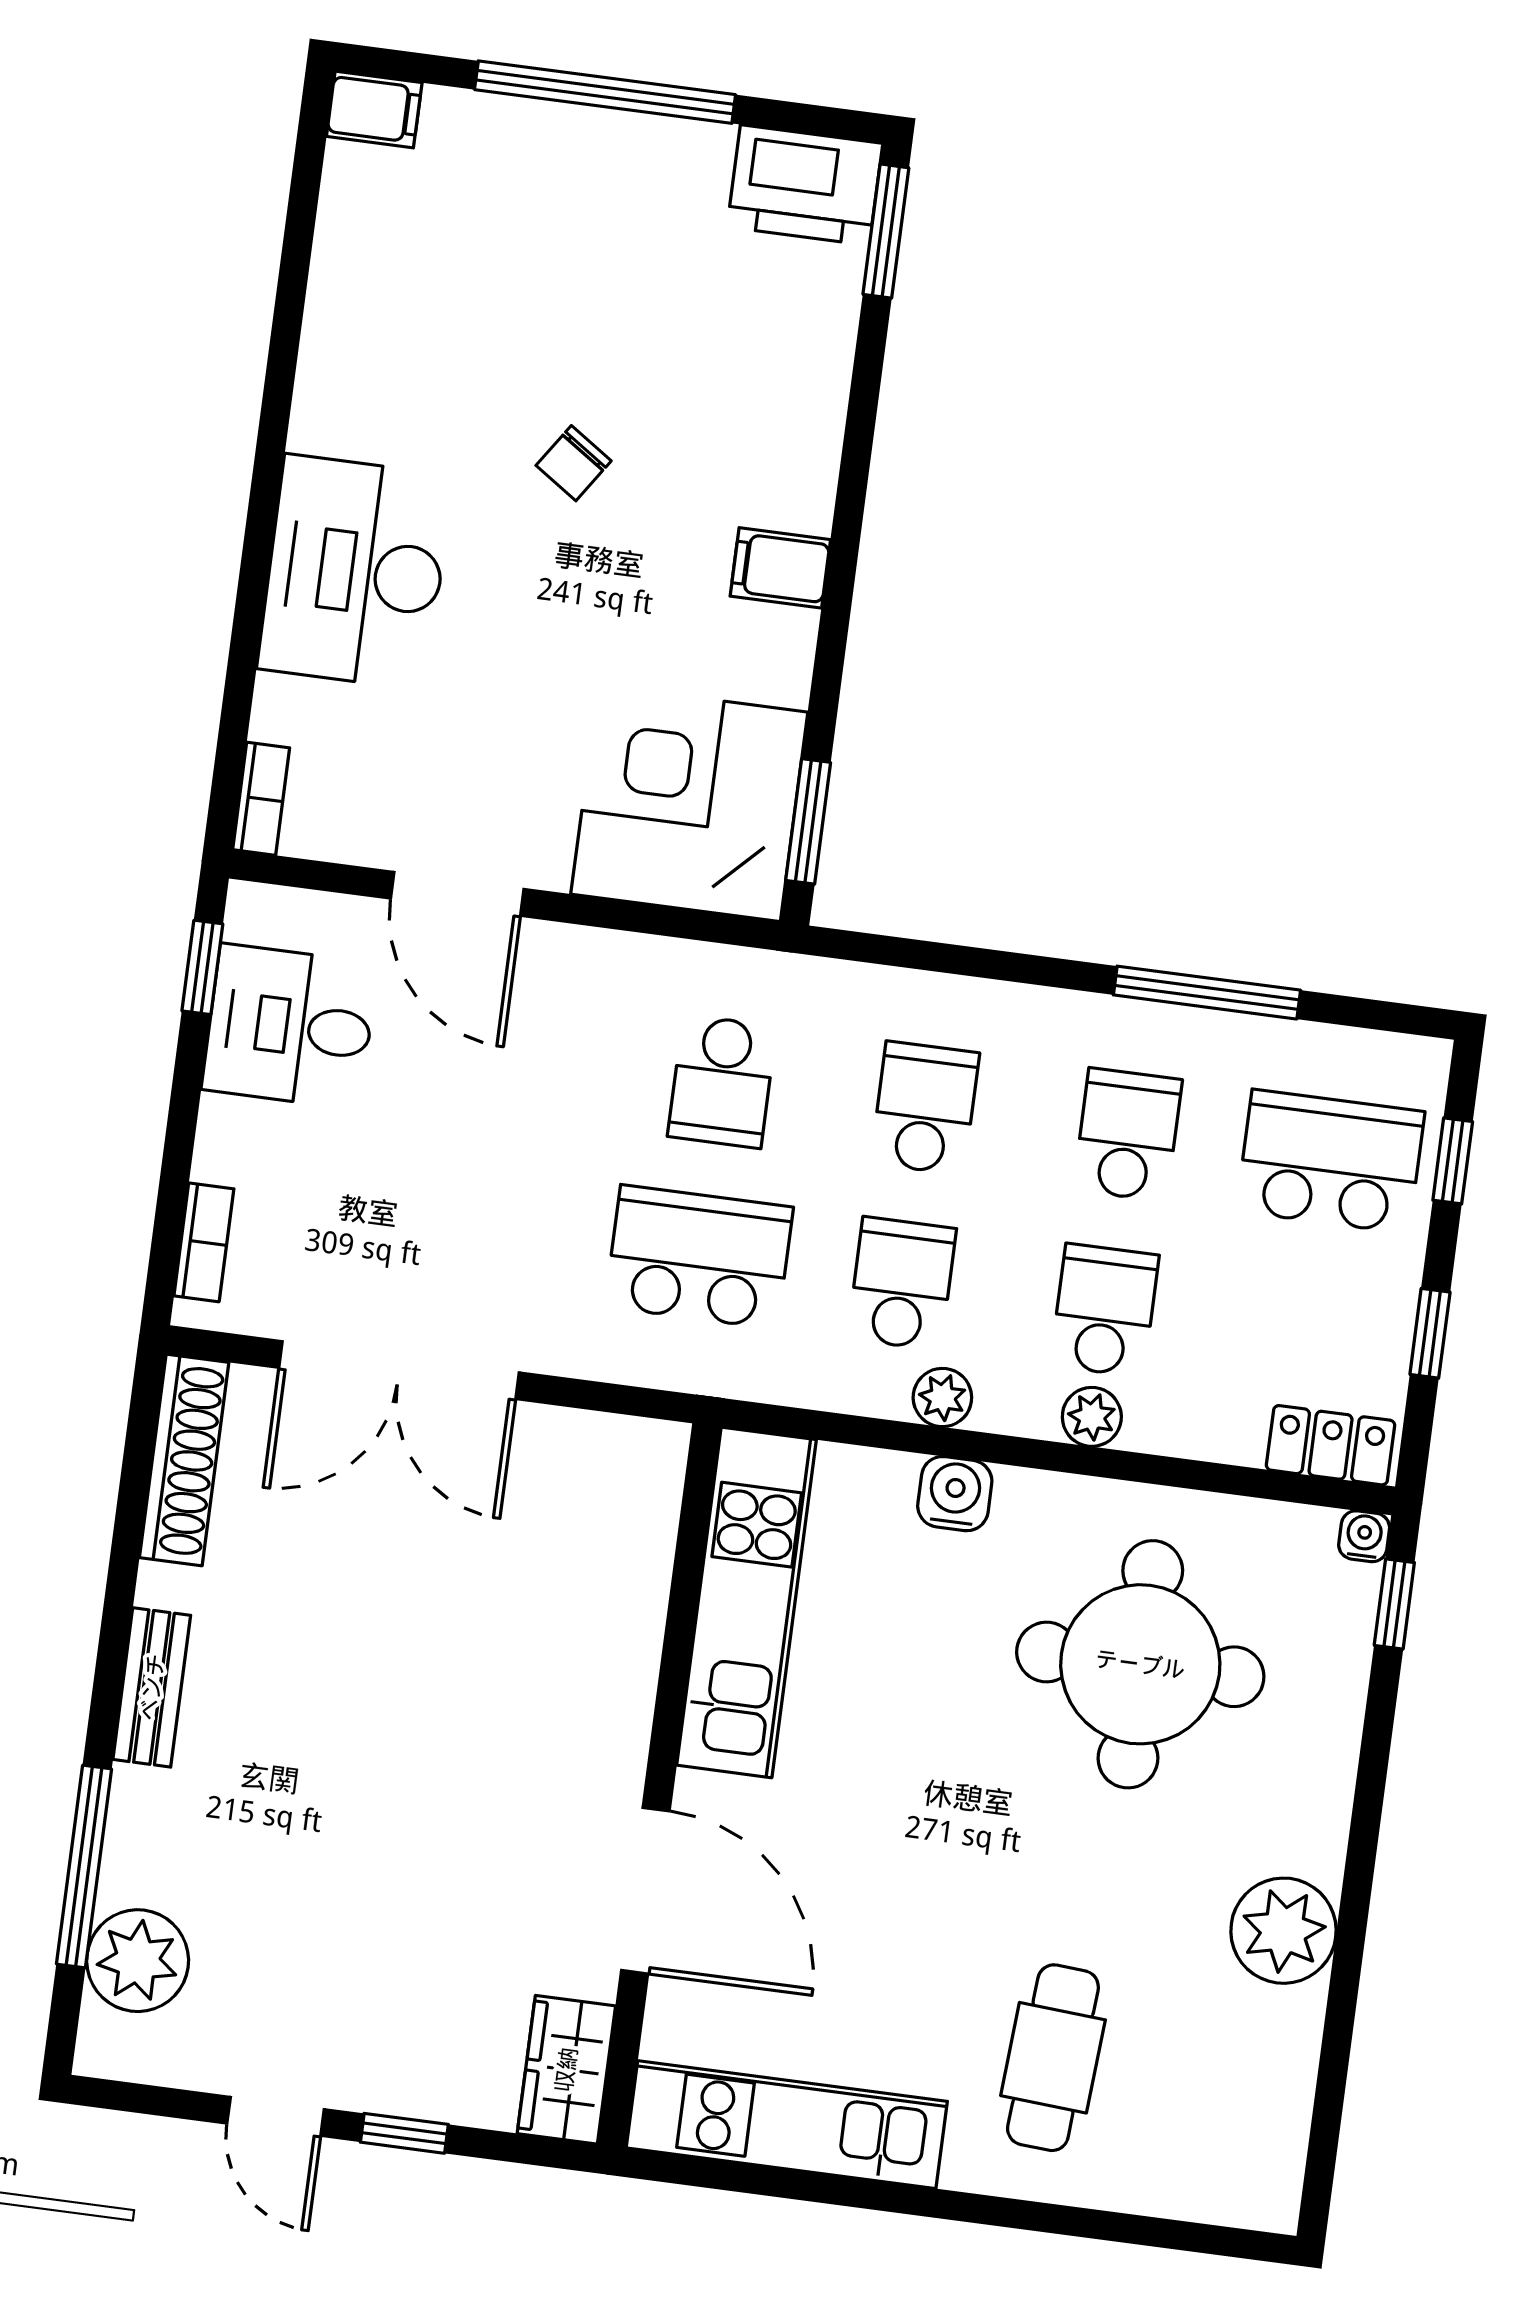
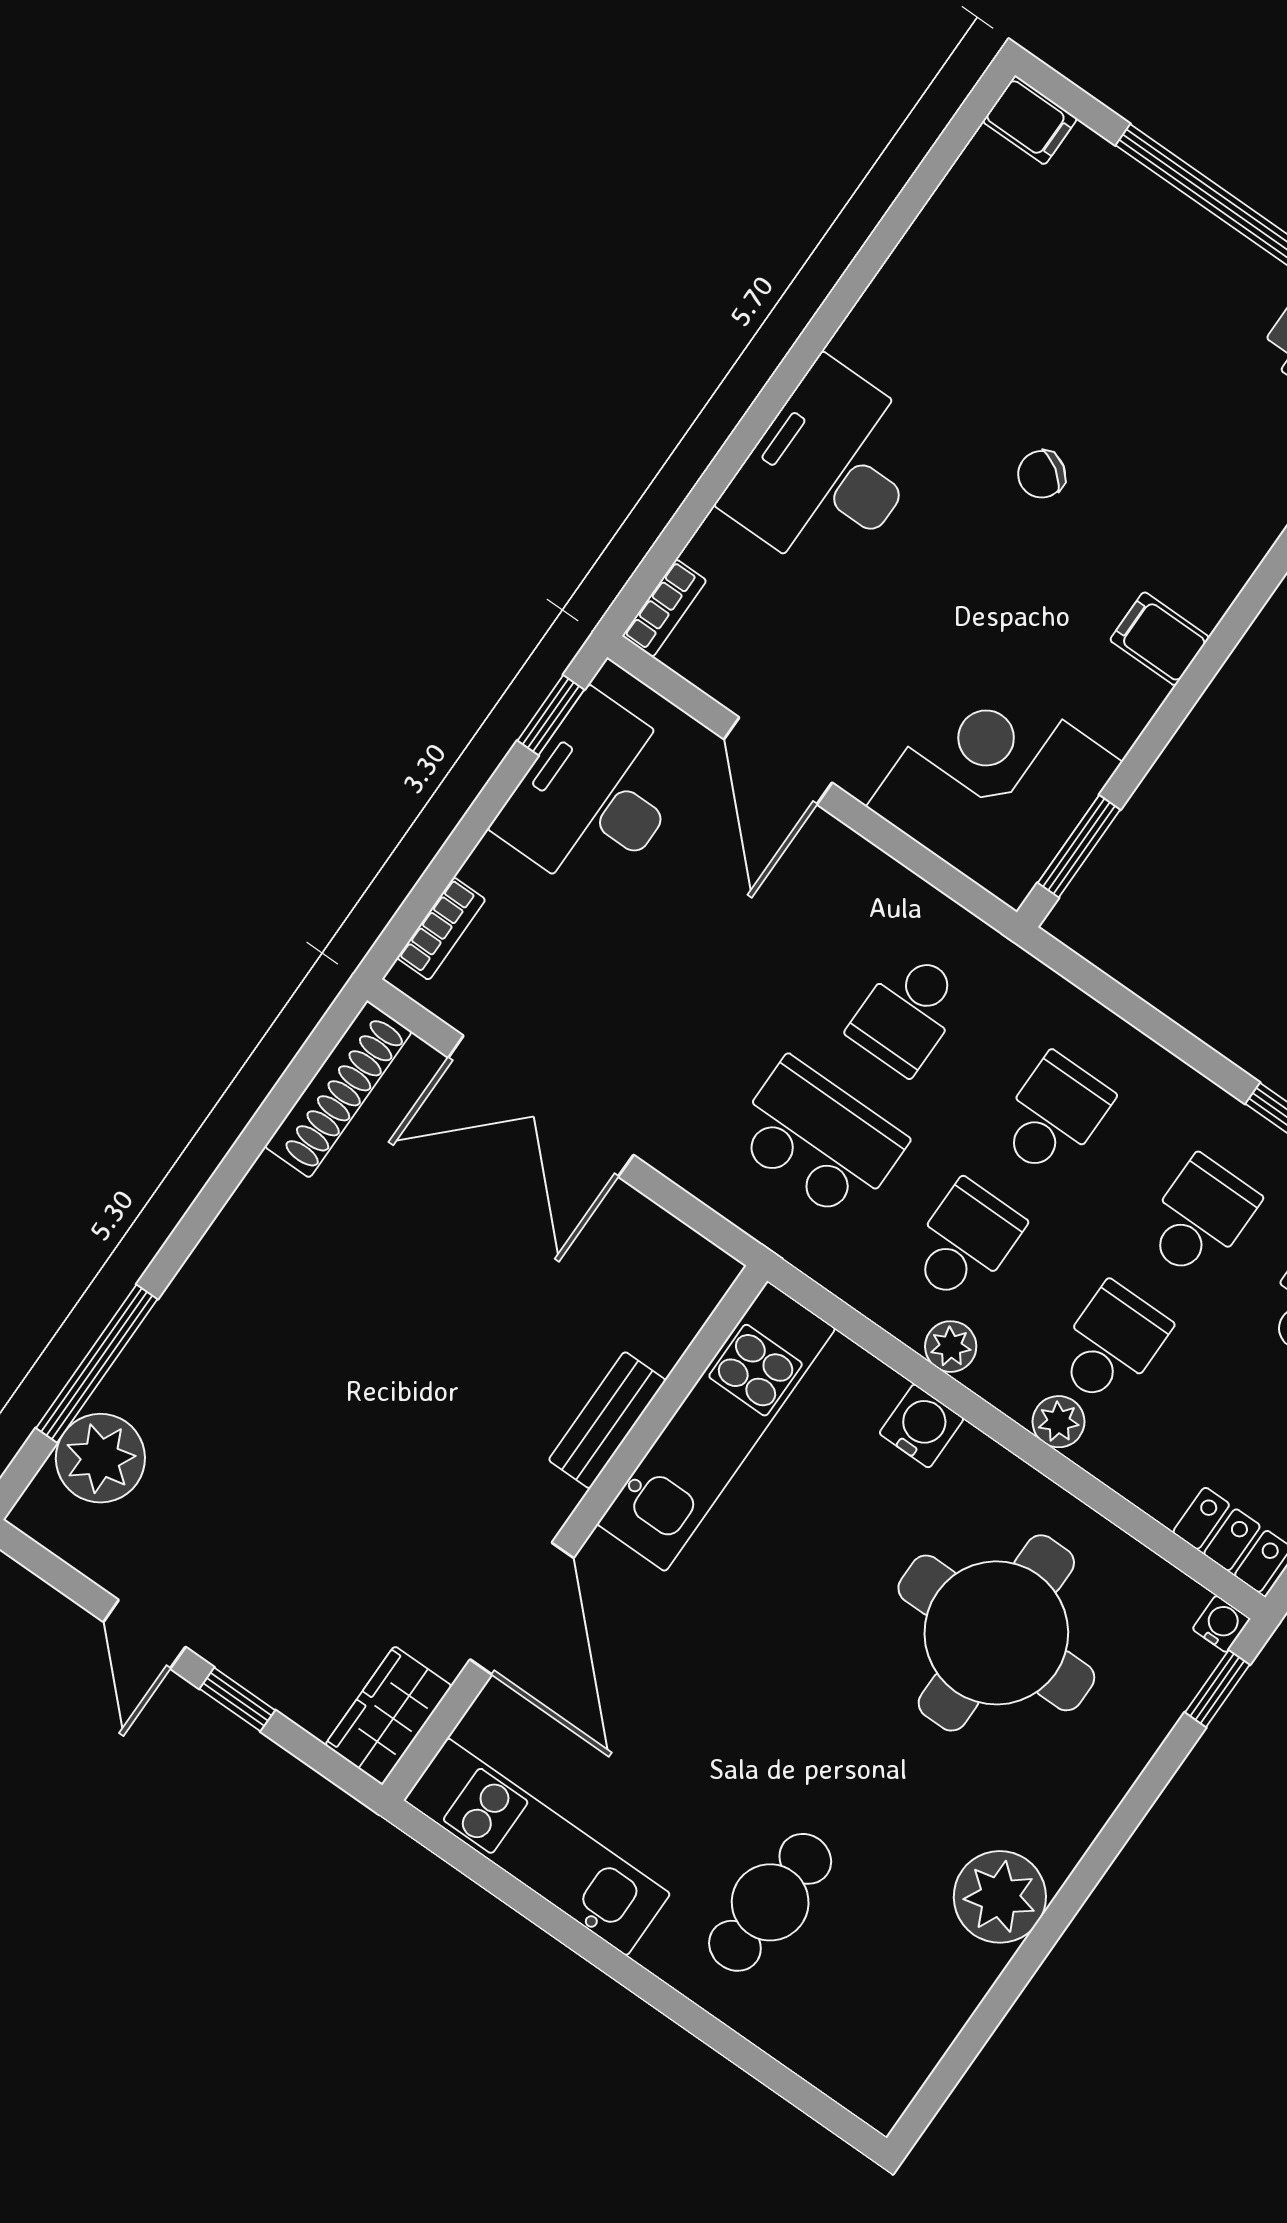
desk: (290, 1026) -> (595, 796), width x1.37
bench: (152, 1687) -> (607, 1420), moved

